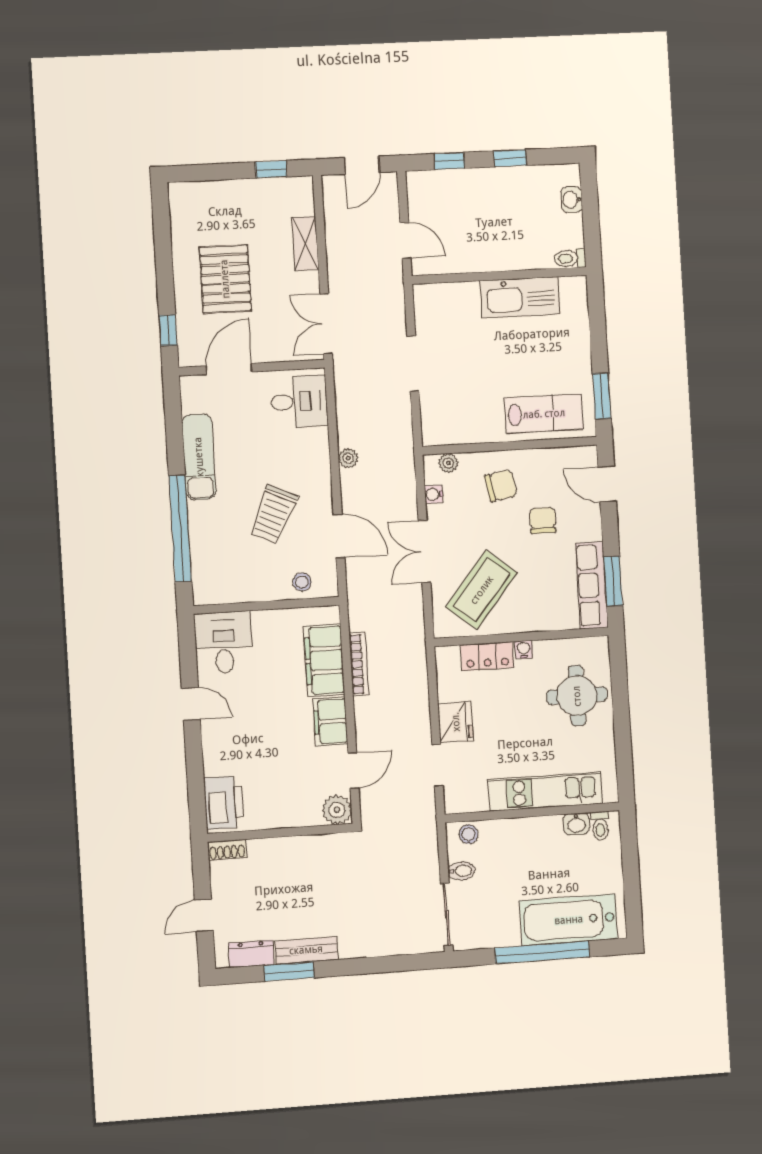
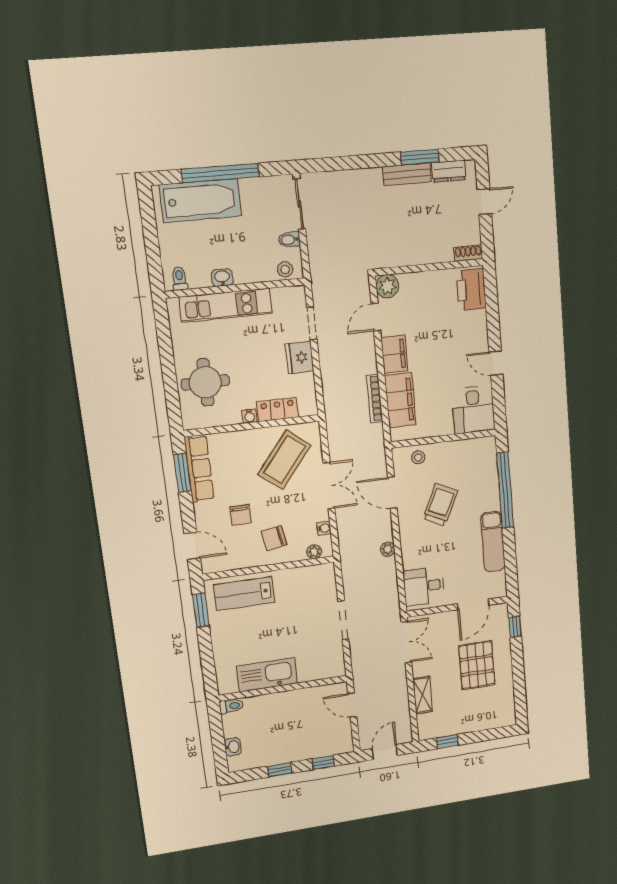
washbasin: (576, 824) -> (222, 278), moved

